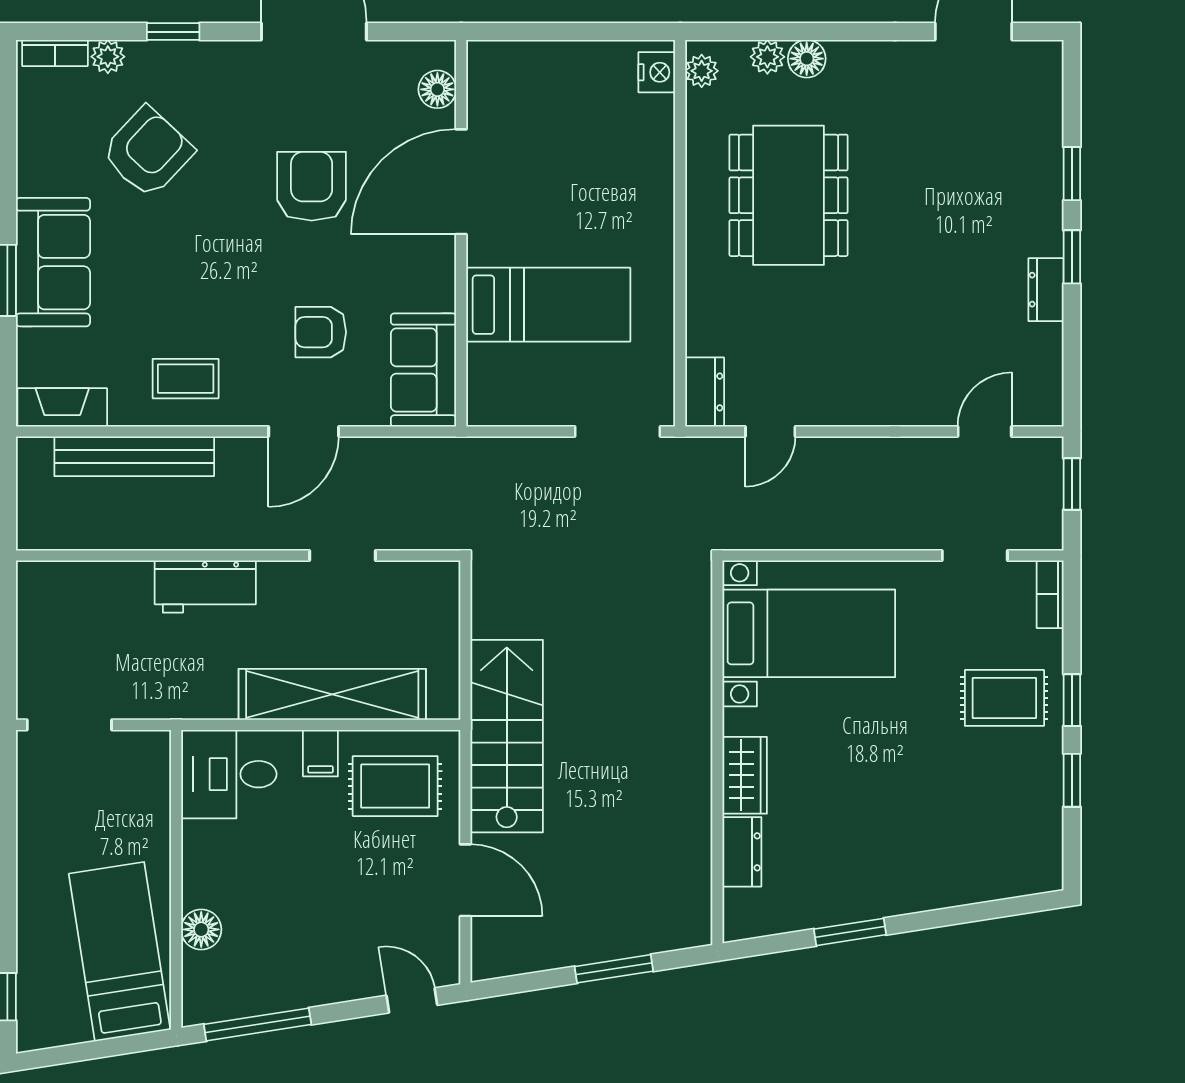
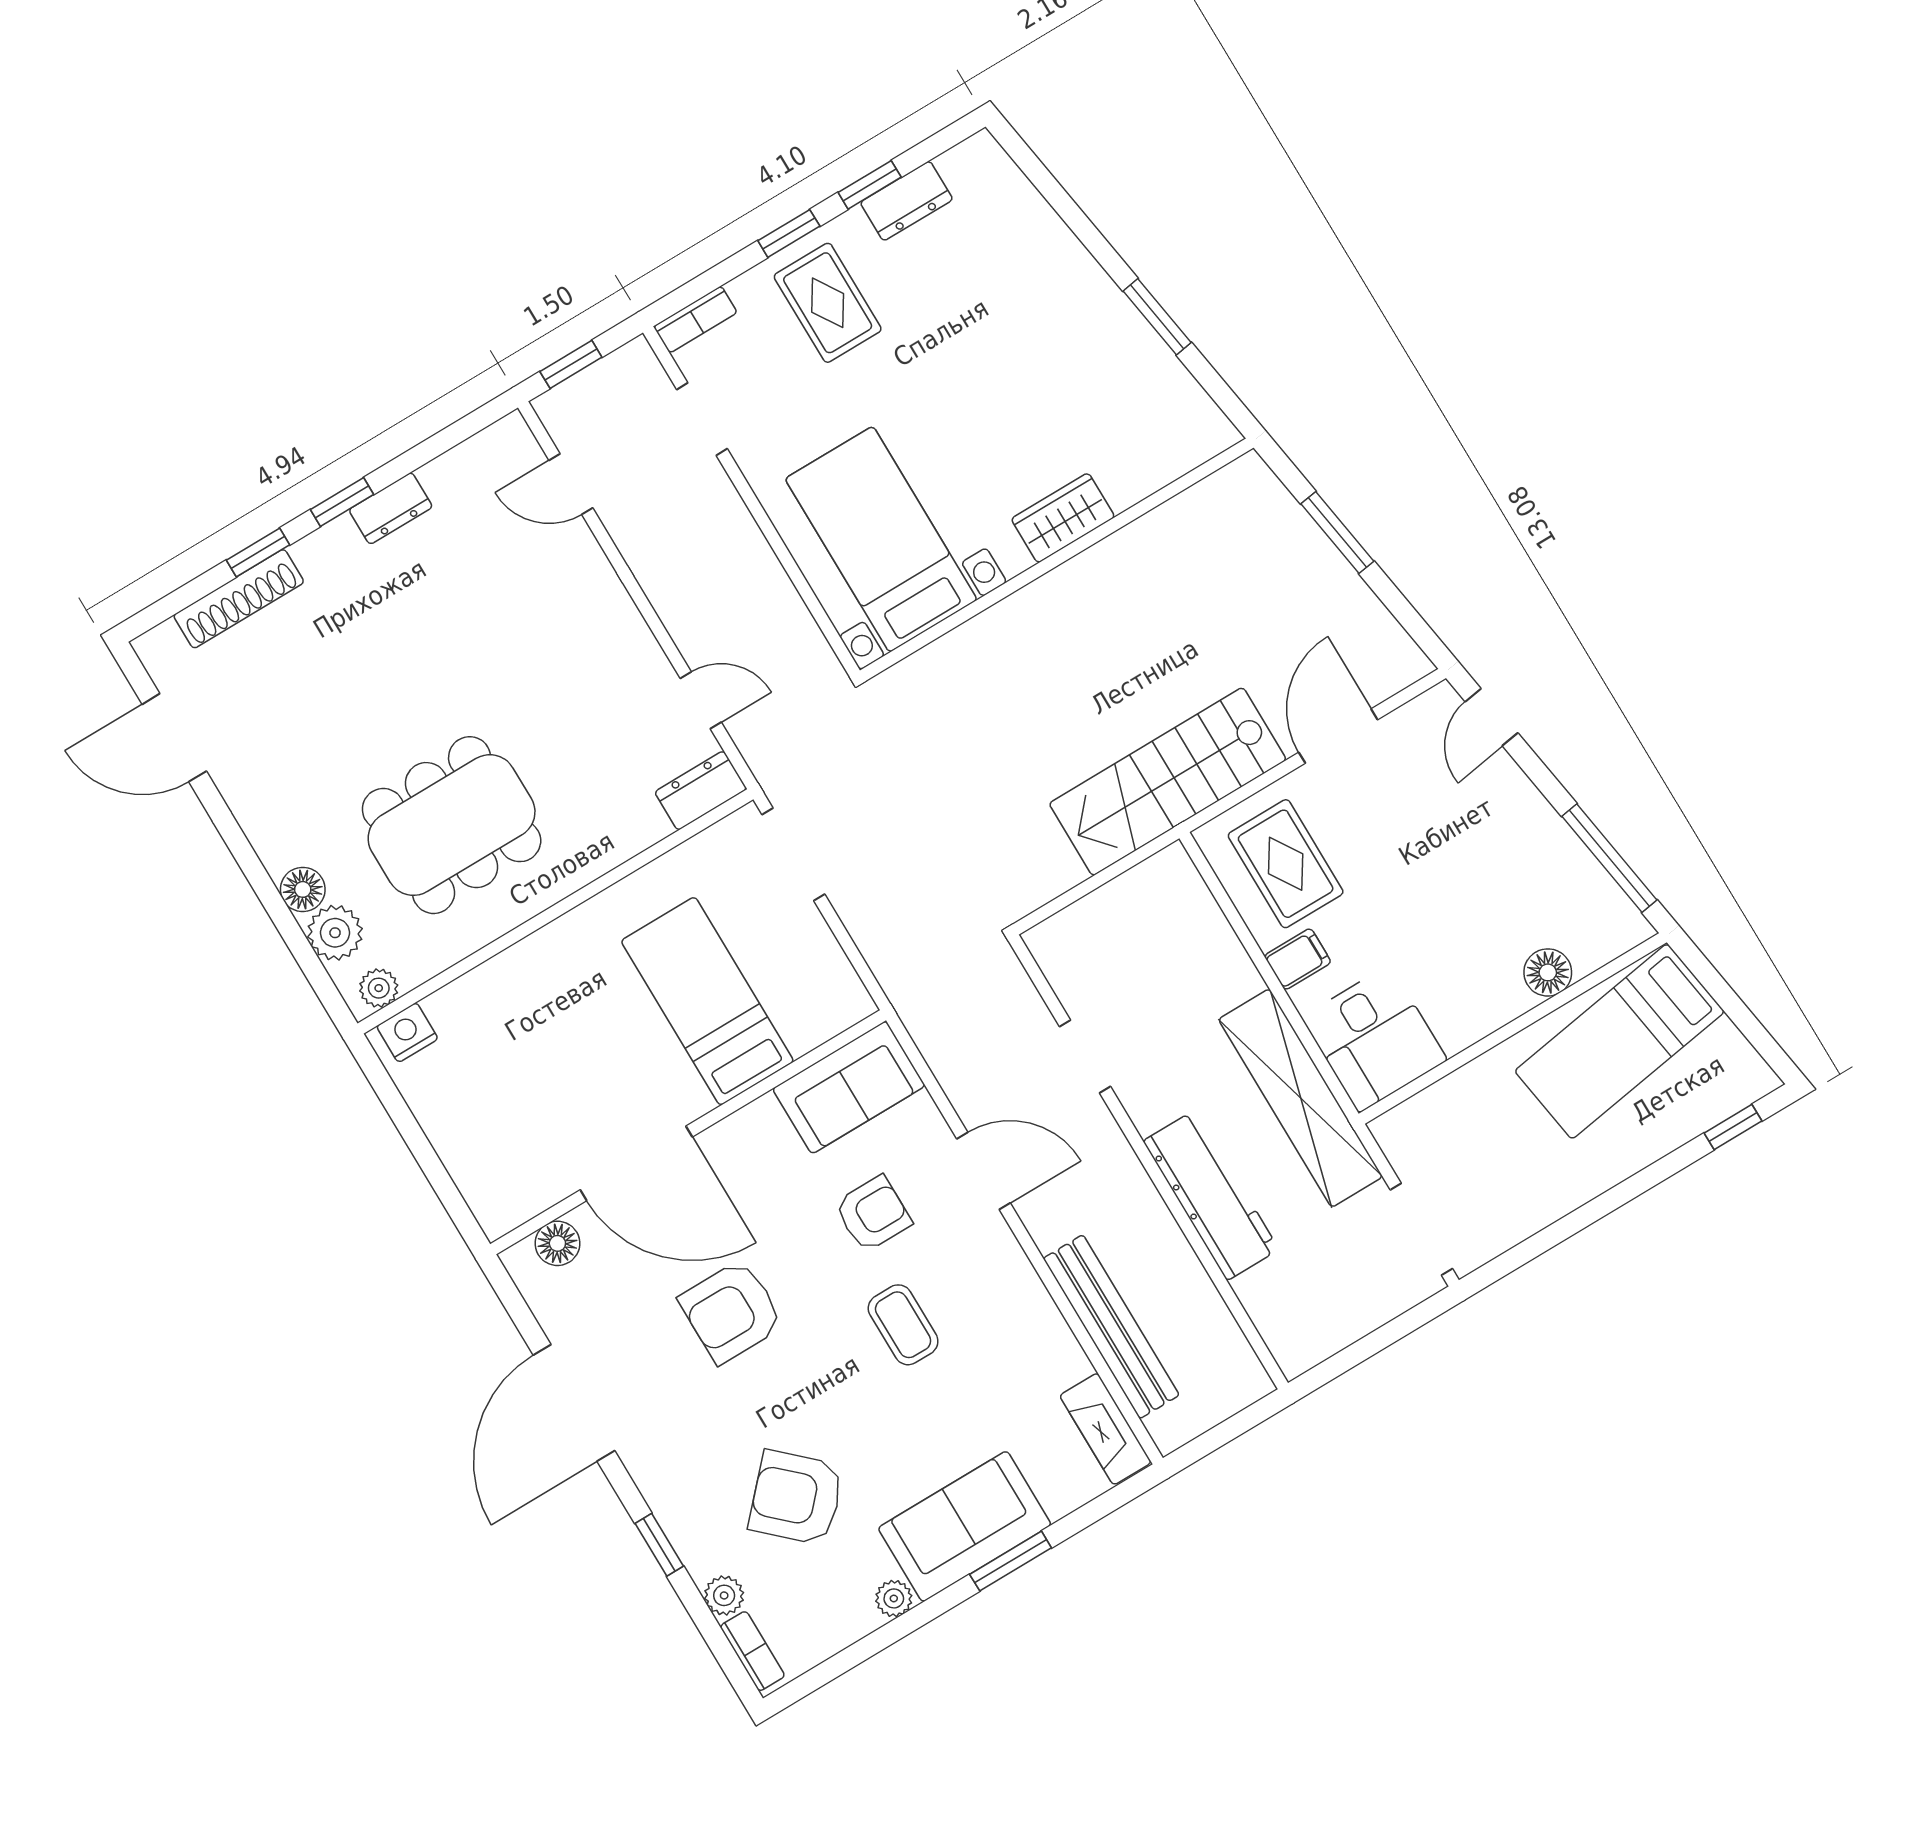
plant: (767, 57) -> (335, 933), width x1.38, depth x1.38
shoe rack: (1047, 139) -> (239, 599), added
plant: (31, 179) -> (894, 1598), added
armchair: (321, 332) -> (873, 1214), turned -90
coffee table: (186, 379) -> (903, 1325), moved
workbench: (205, 587) -> (1211, 1195), width x1.38
shelving: (332, 694) -> (1301, 1098), moved
dresser: (742, 852) -> (907, 201), moved, turned 180

